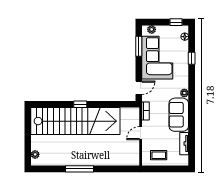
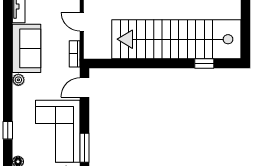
window: (80, 104) -> (204, 64), moved
door: (141, 133) -> (82, 22), swing flipped

